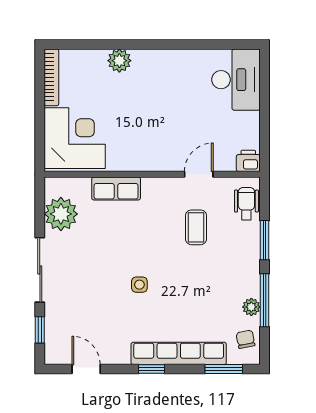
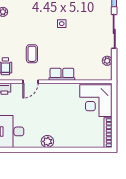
plant: (119, 61) -> (47, 141), moved
row of seats: (116, 188) -> (62, 74), moved
plant: (61, 214) -> (107, 61), width x0.53, depth x0.53

